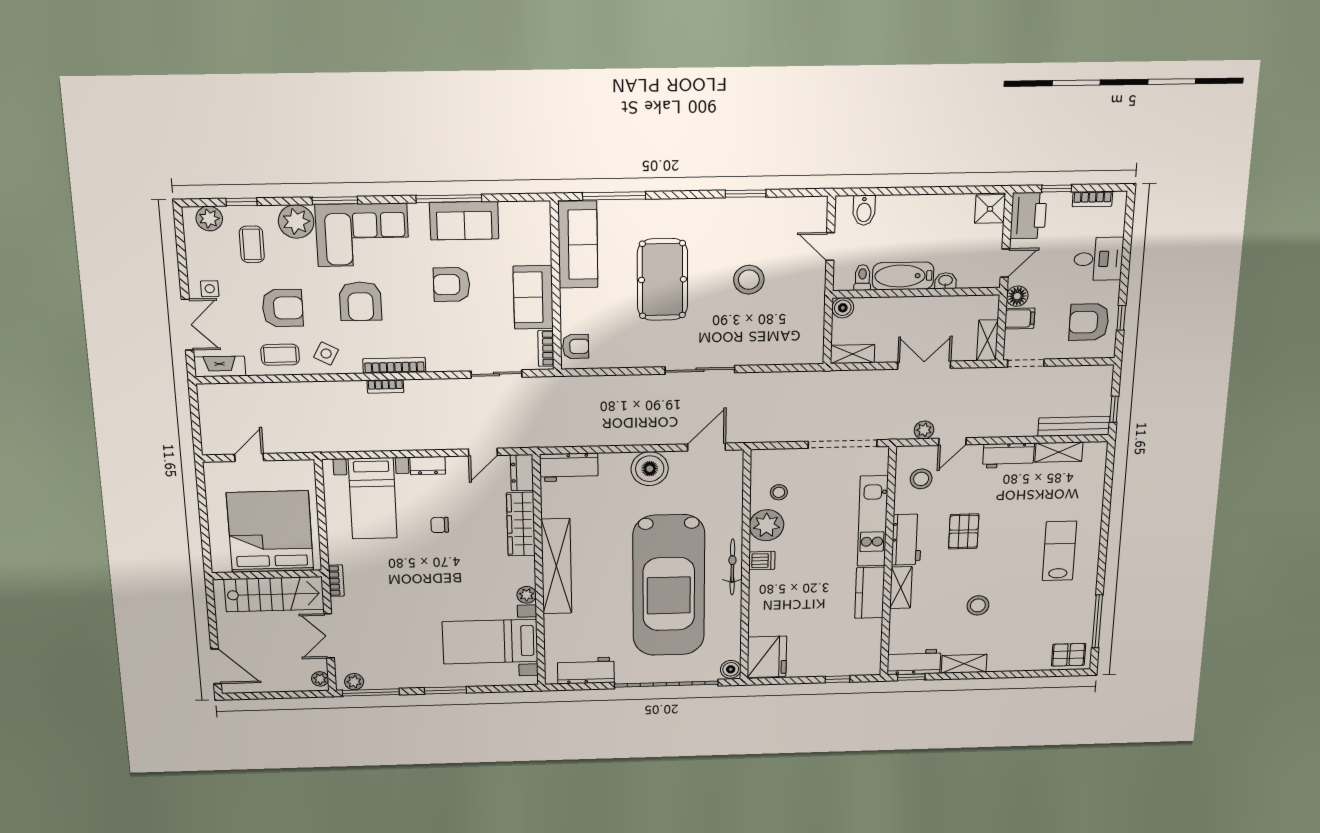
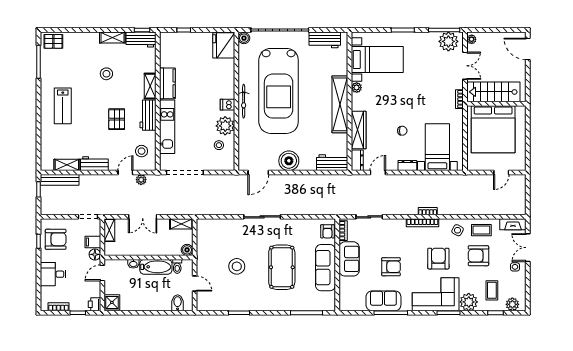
printer: (1028, 216) -> (94, 304), width x0.53, depth x0.68
sofa: (578, 245) -> (325, 268), moved
armchair: (576, 346) -> (327, 231), turned -90
car: (669, 586) -> (279, 91), turned 180
plant: (354, 682) -> (448, 41), width x1.88, depth x1.88

